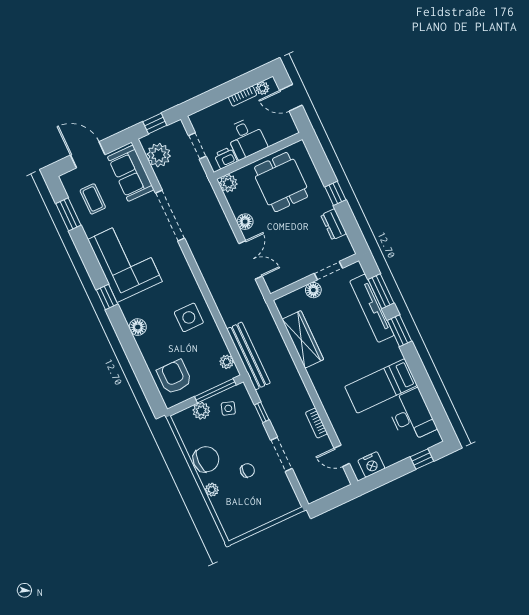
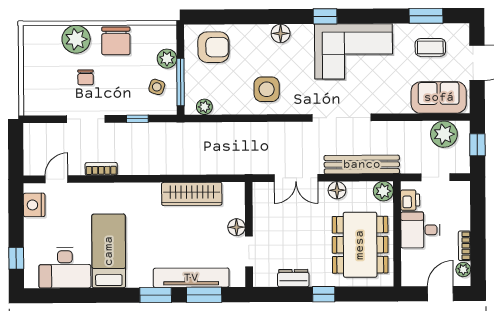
dining table: (281, 182) -> (360, 245), width x1.38
doorway: (170, 216) -> (342, 118), moved
bench: (248, 356) -> (362, 165), moved
plant: (212, 490) -> (76, 39), width x1.88, depth x1.88

